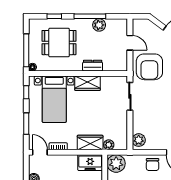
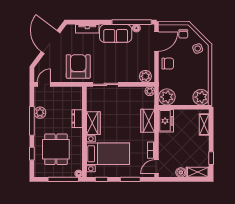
door: (130, 43) -> (44, 84), moved
armchair: (149, 67) -> (78, 66), turned -90
plant: (109, 145) -> (150, 91), moved

